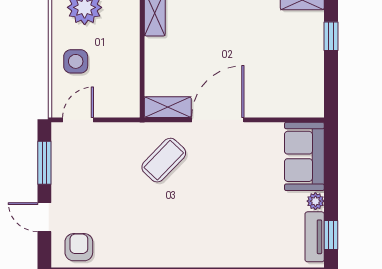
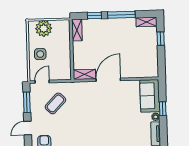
coffee table: (164, 160) -> (55, 103), moved
door: (44, 217) -> (28, 128), hinge flipped
window: (331, 235) -> (163, 109), moved

